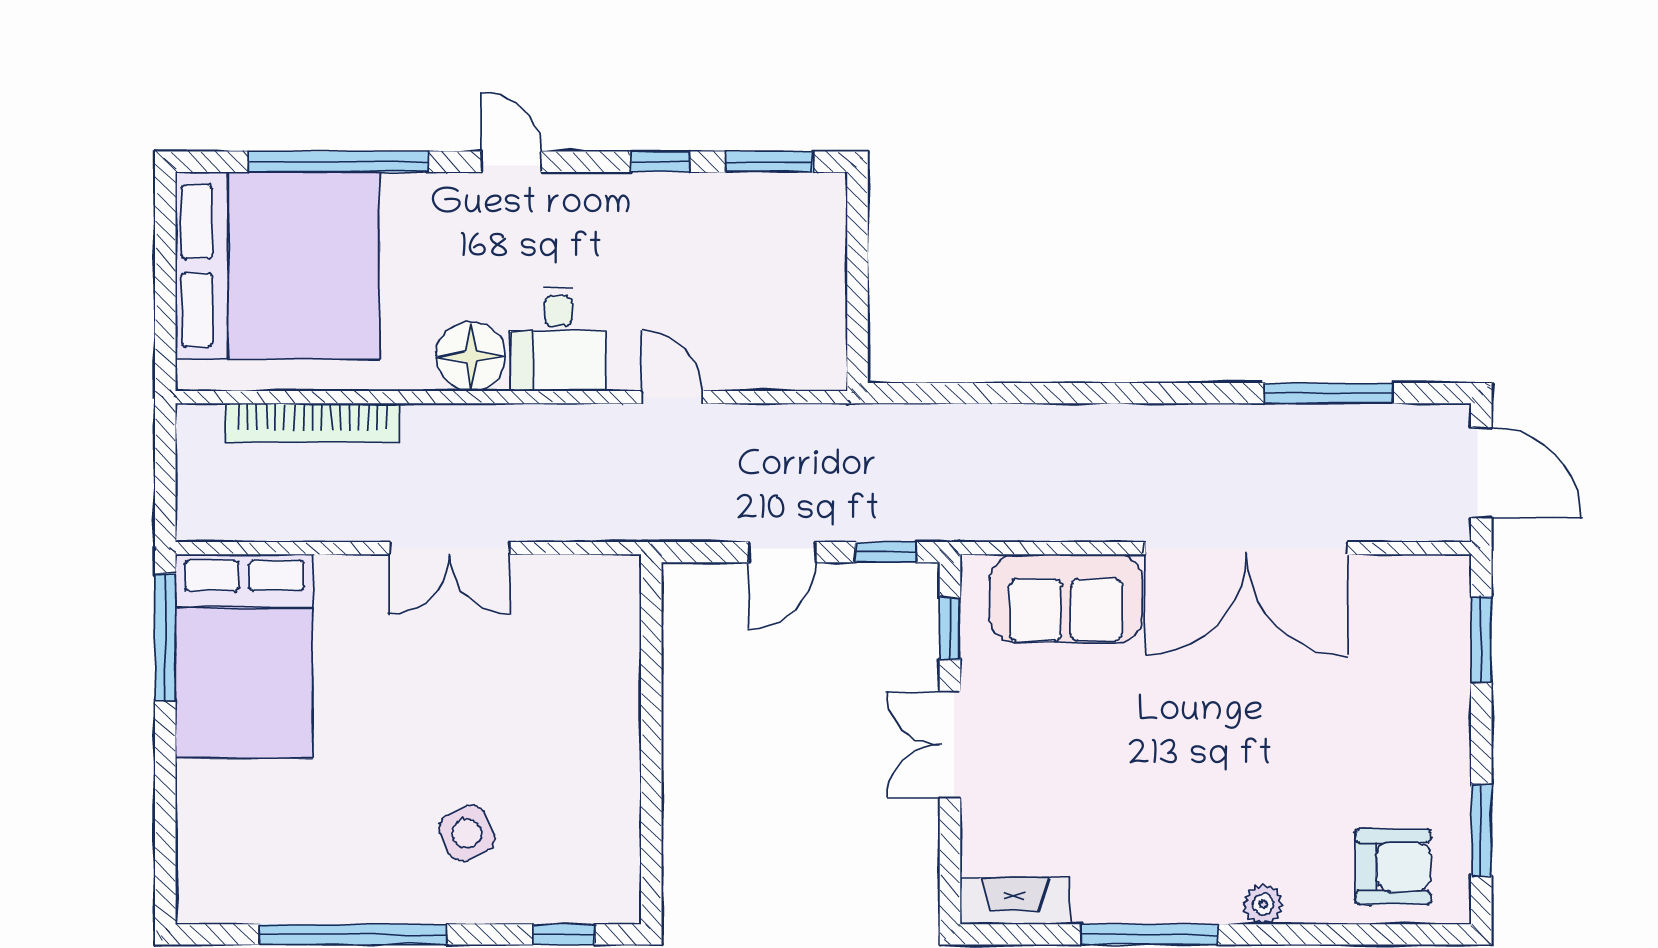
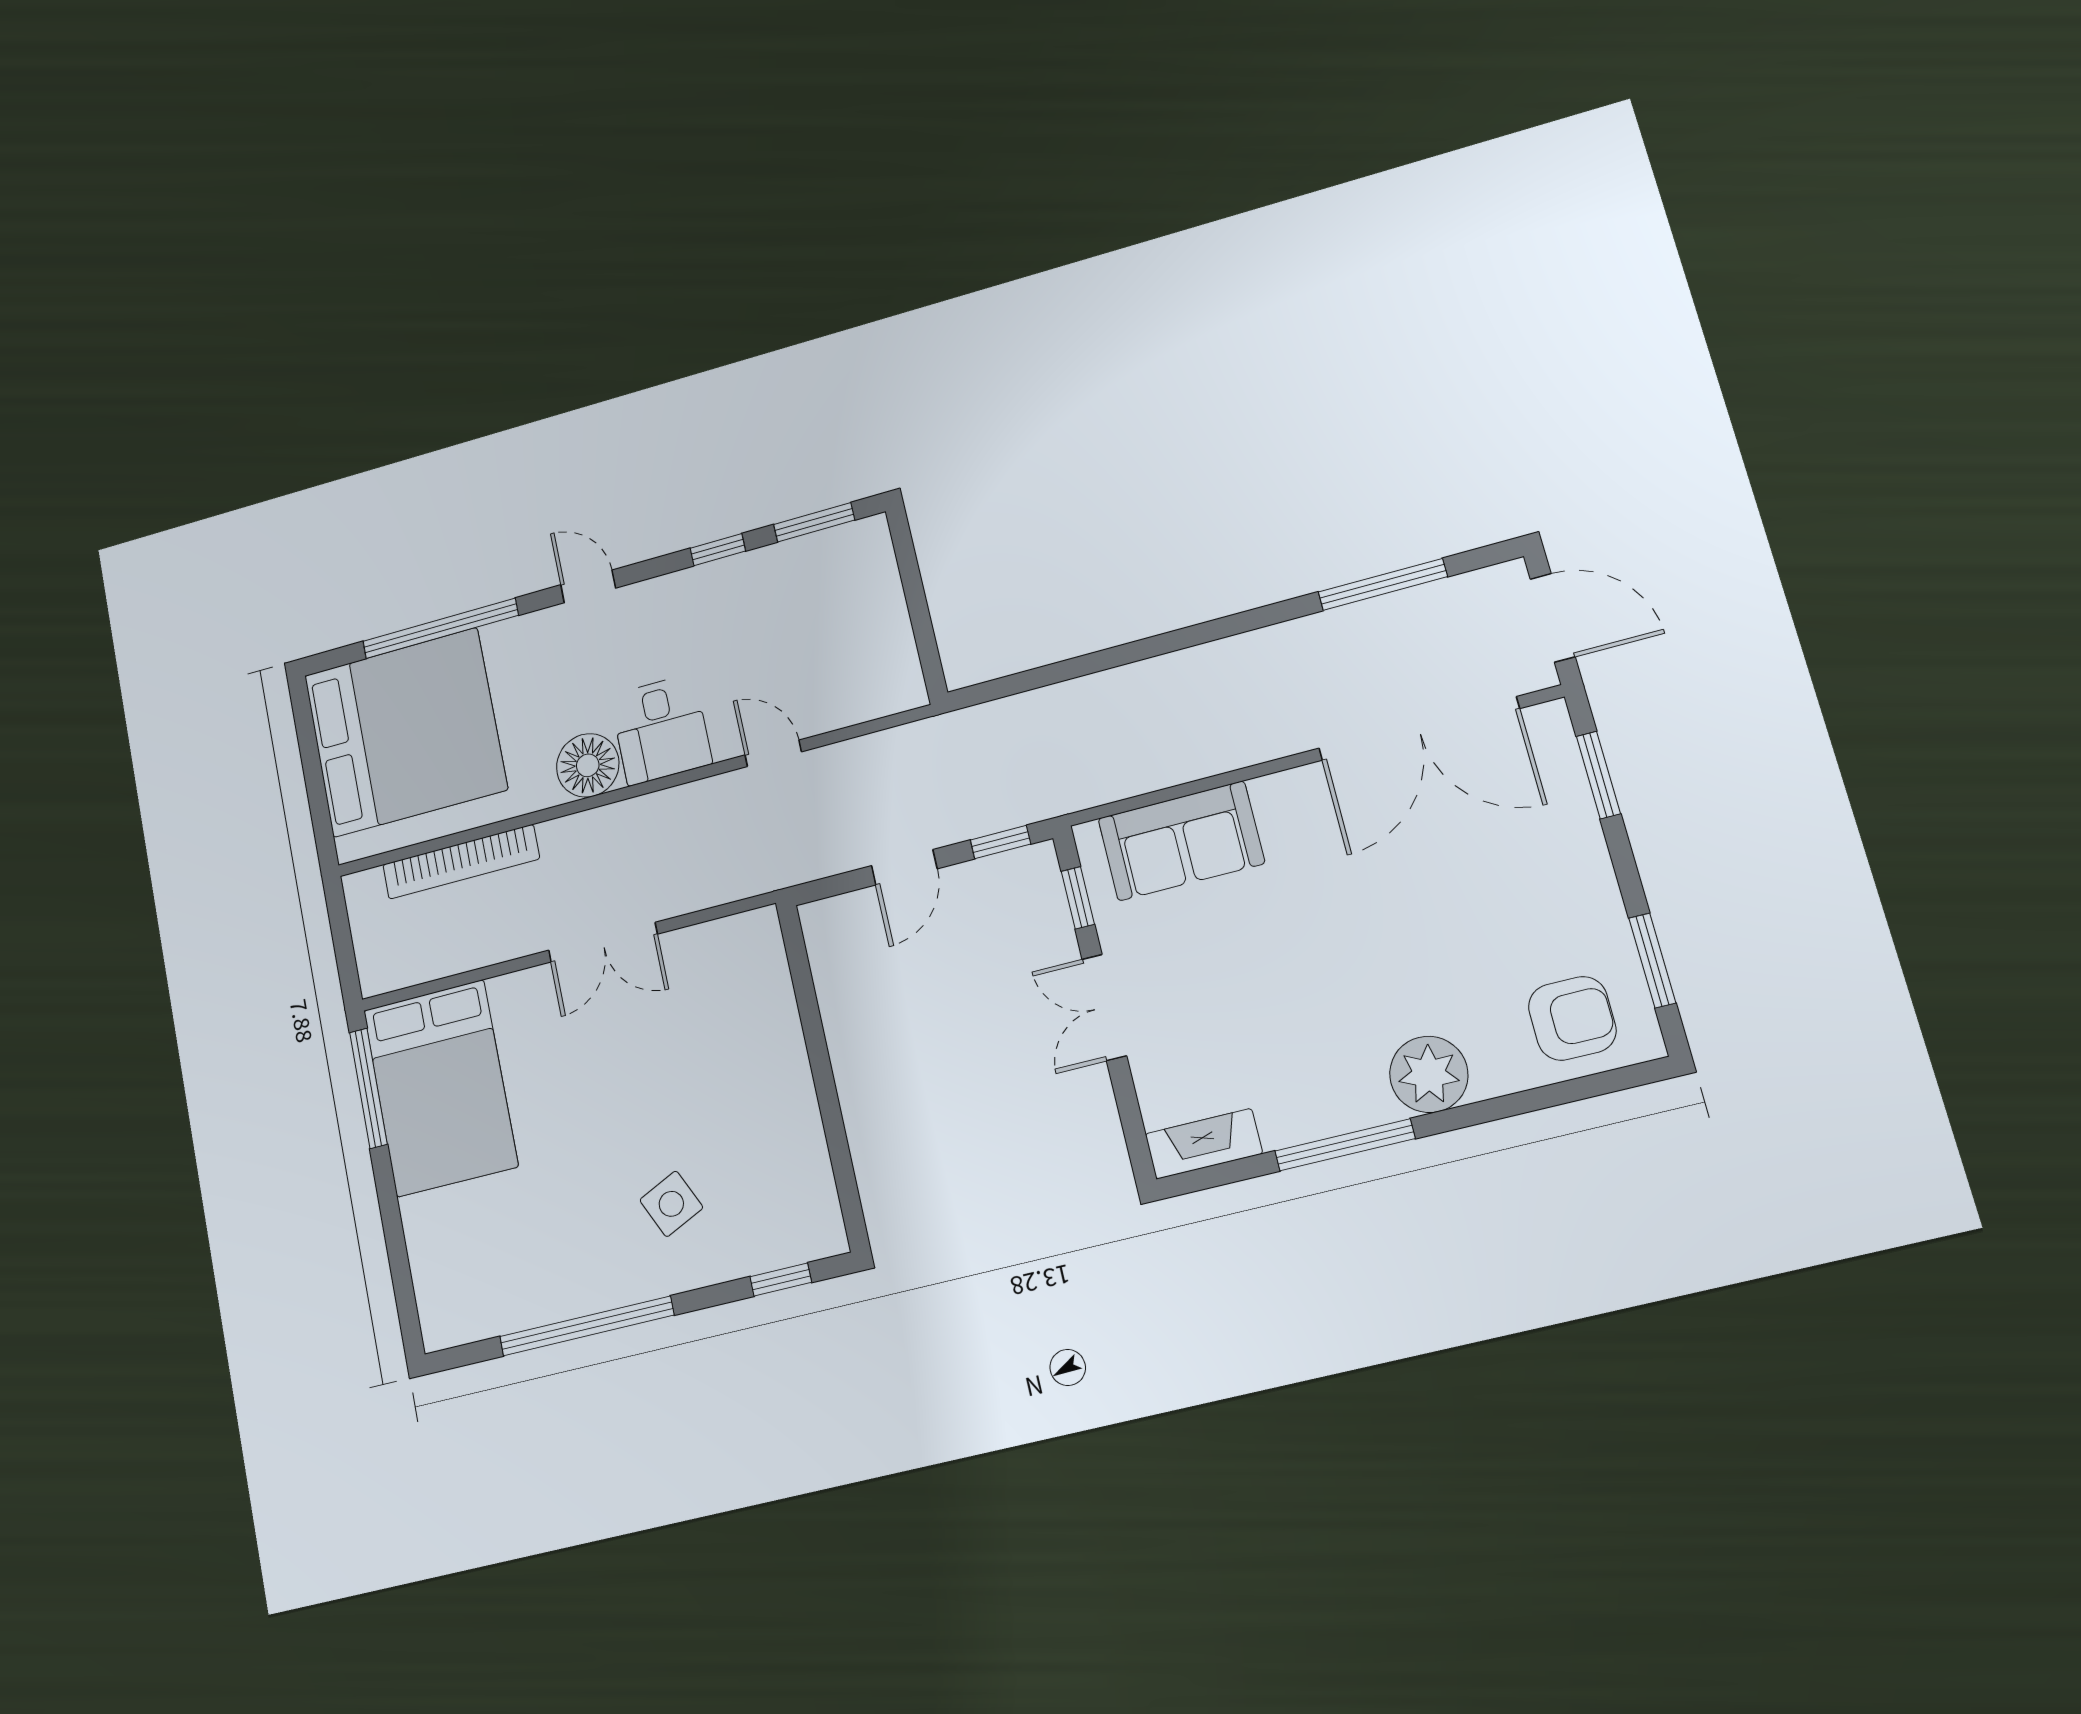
double door: (1247, 548) -> (1419, 729), moved
plant: (1263, 904) -> (1429, 1074), width x1.87, depth x1.87

